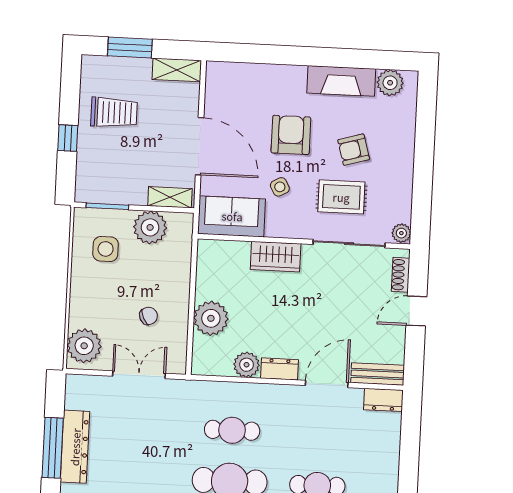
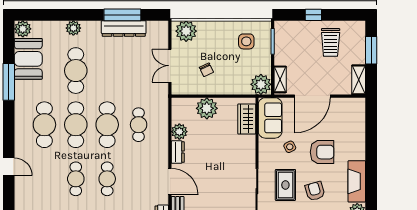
plant: (150, 227) -> (261, 84), moved
wardrobe: (276, 257) -> (247, 119), moved
double door: (139, 375) -> (170, 66), swing flipped

